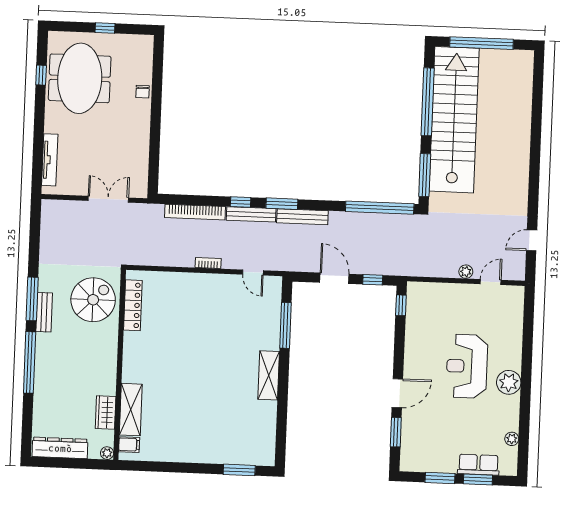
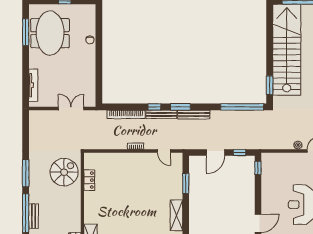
window: (41, 75) -> (26, 32), width x2.17
window: (428, 102) -> (270, 39), removed
window: (425, 175) -> (270, 85), width x0.69
door: (334, 278) -> (215, 153), swing flipped
locker: (133, 305) -> (89, 180), width x0.66
bench: (44, 312) -> (34, 216), moved
window: (285, 325) -> (186, 183), width x0.69

